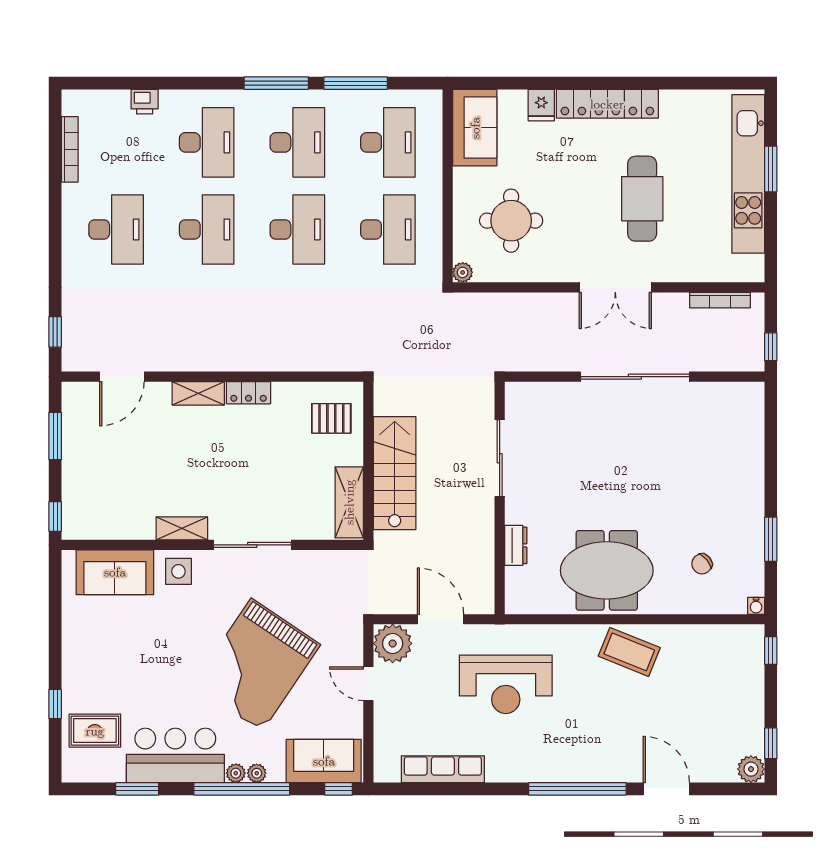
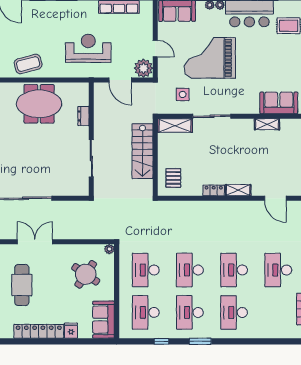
window: (276, 83) -> (200, 341), width x0.69
window: (356, 83) -> (161, 341), width x0.46
printer: (145, 102) -> (264, 332), removed
round table: (511, 221) -> (86, 274), turned 34
door: (122, 377) -> (275, 198), swing flipped
pallet: (331, 418) -> (173, 178), turned 90
shelving: (349, 502) -> (175, 126), moved, turned 90
shelving: (182, 528) -> (267, 124), moved
side table: (178, 571) -> (183, 94), moved
coffee table: (629, 652) -> (28, 64), turned -37
grand piano: (257, 665) -> (210, 58), turned -124

